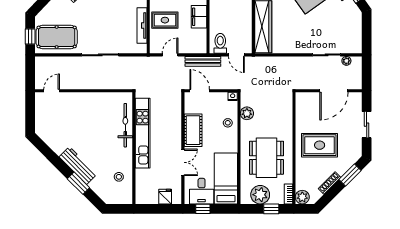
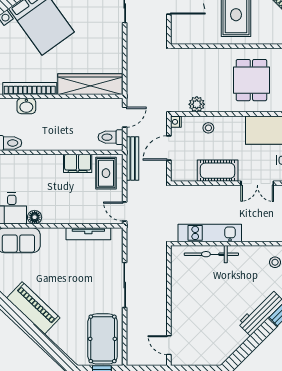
rug: (165, 20) -> (106, 173), moved
door: (170, 55) -> (125, 212), moved
door: (200, 91) -> (169, 148), moved
kitchen unit: (143, 133) -> (210, 233), width x0.73
dining table: (267, 158) -> (251, 80), width x0.73
double door: (183, 162) -> (257, 183), swing flipped

